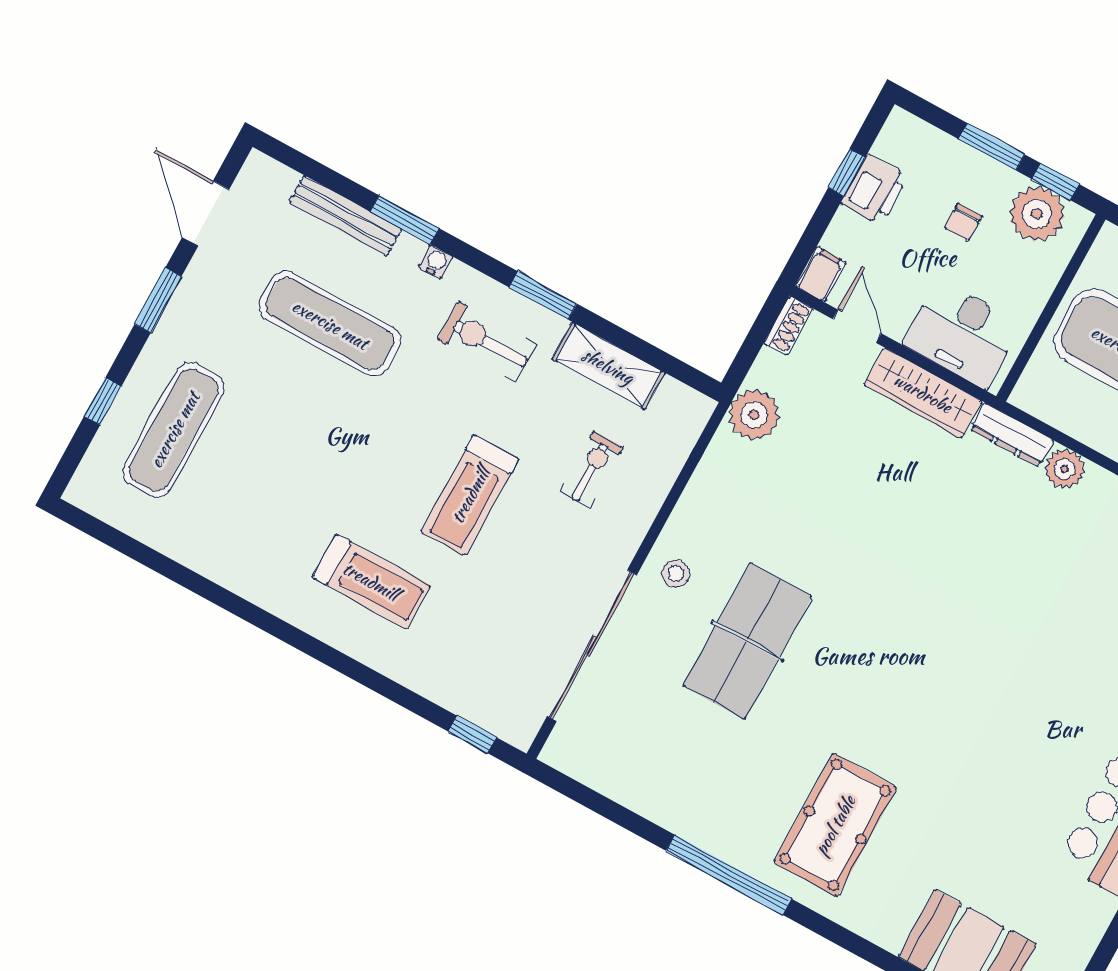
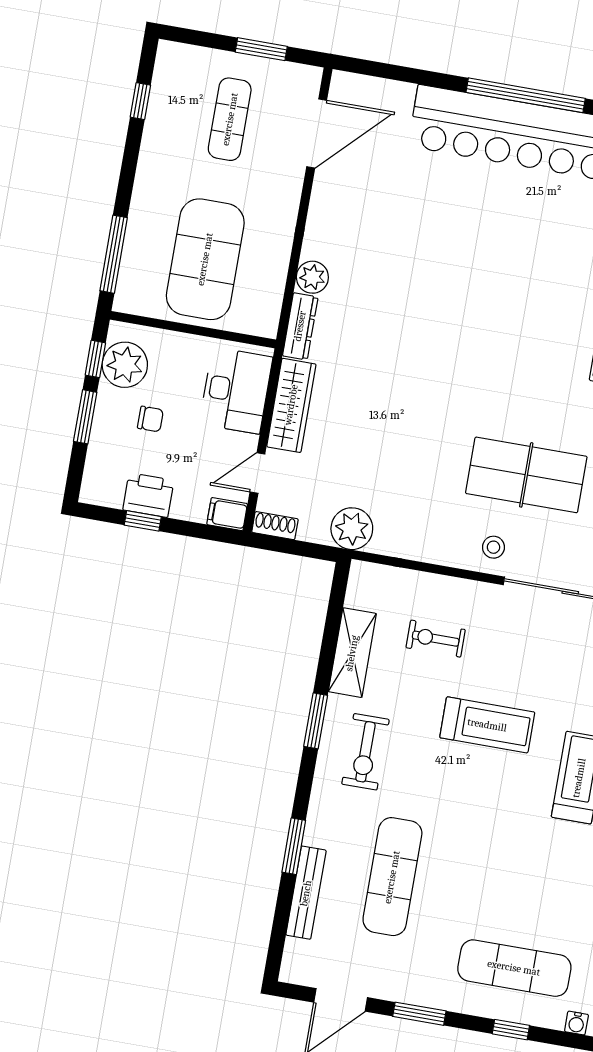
water cooler: (436, 262) -> (576, 1023), moved, turned -90

